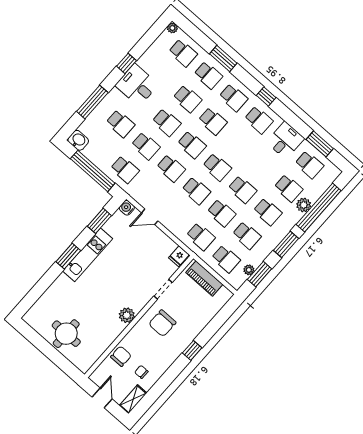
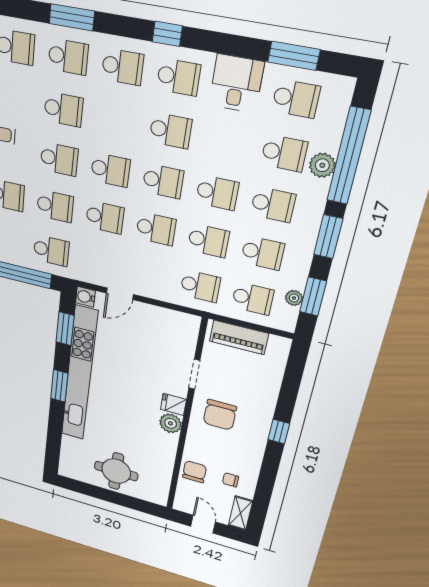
school desk: (213, 121) -> (171, 131), moved
kitchen unit: (88, 255) -> (79, 374), width x1.86
fridge: (179, 256) -> (174, 404), moved, turned 90

